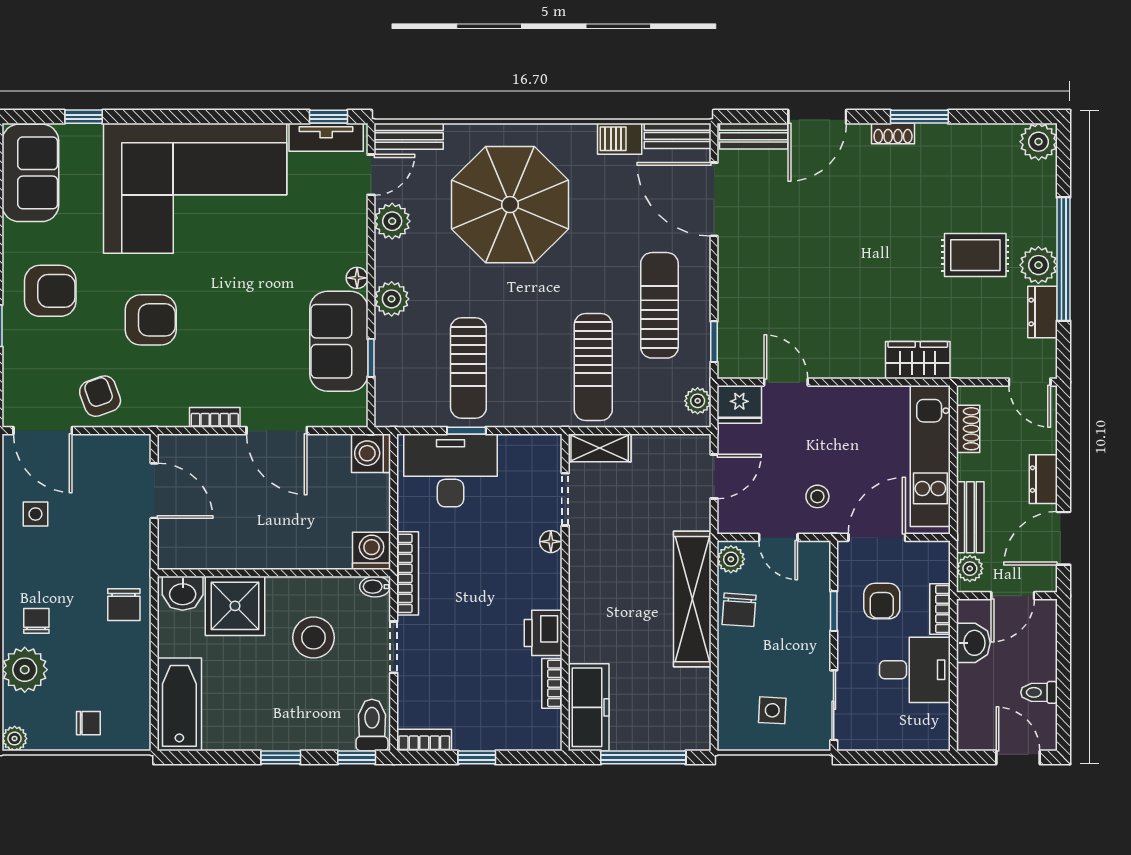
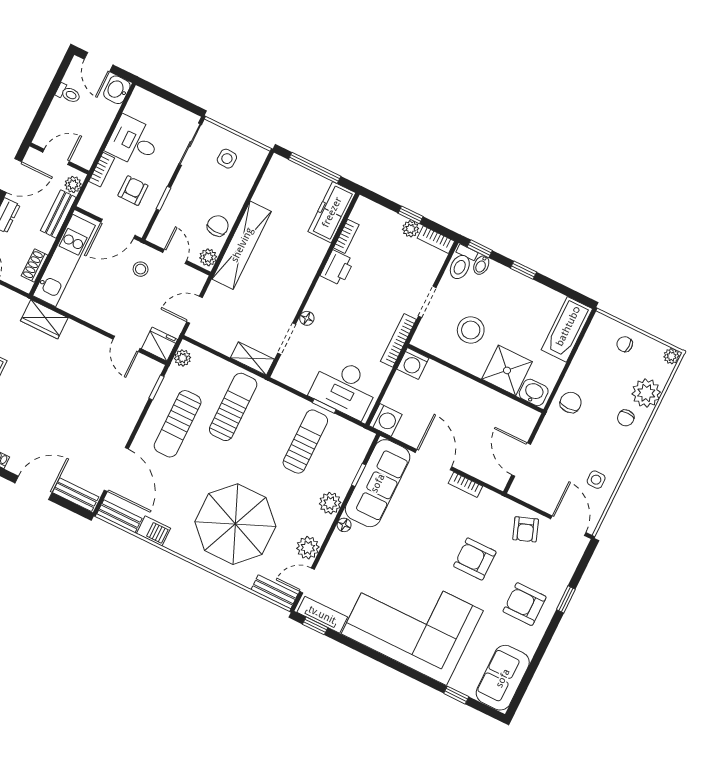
sofa: (339, 341) -> (378, 483), width x1.36
bidet: (375, 587) -> (481, 265), moved, turned 90
washbasin: (973, 643) -> (117, 90), moved
plant: (467, 738) -> (411, 229), added

